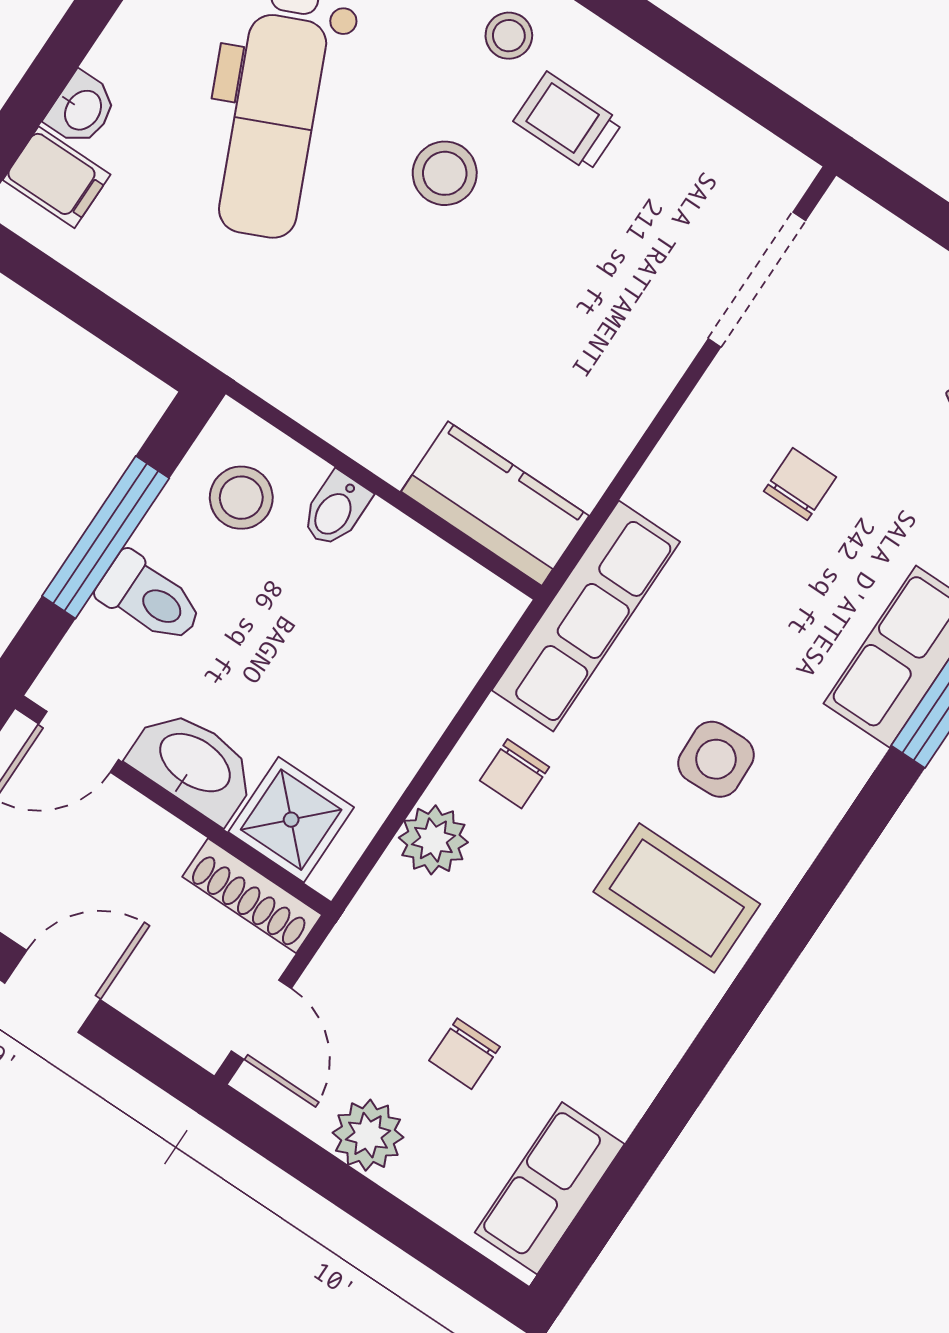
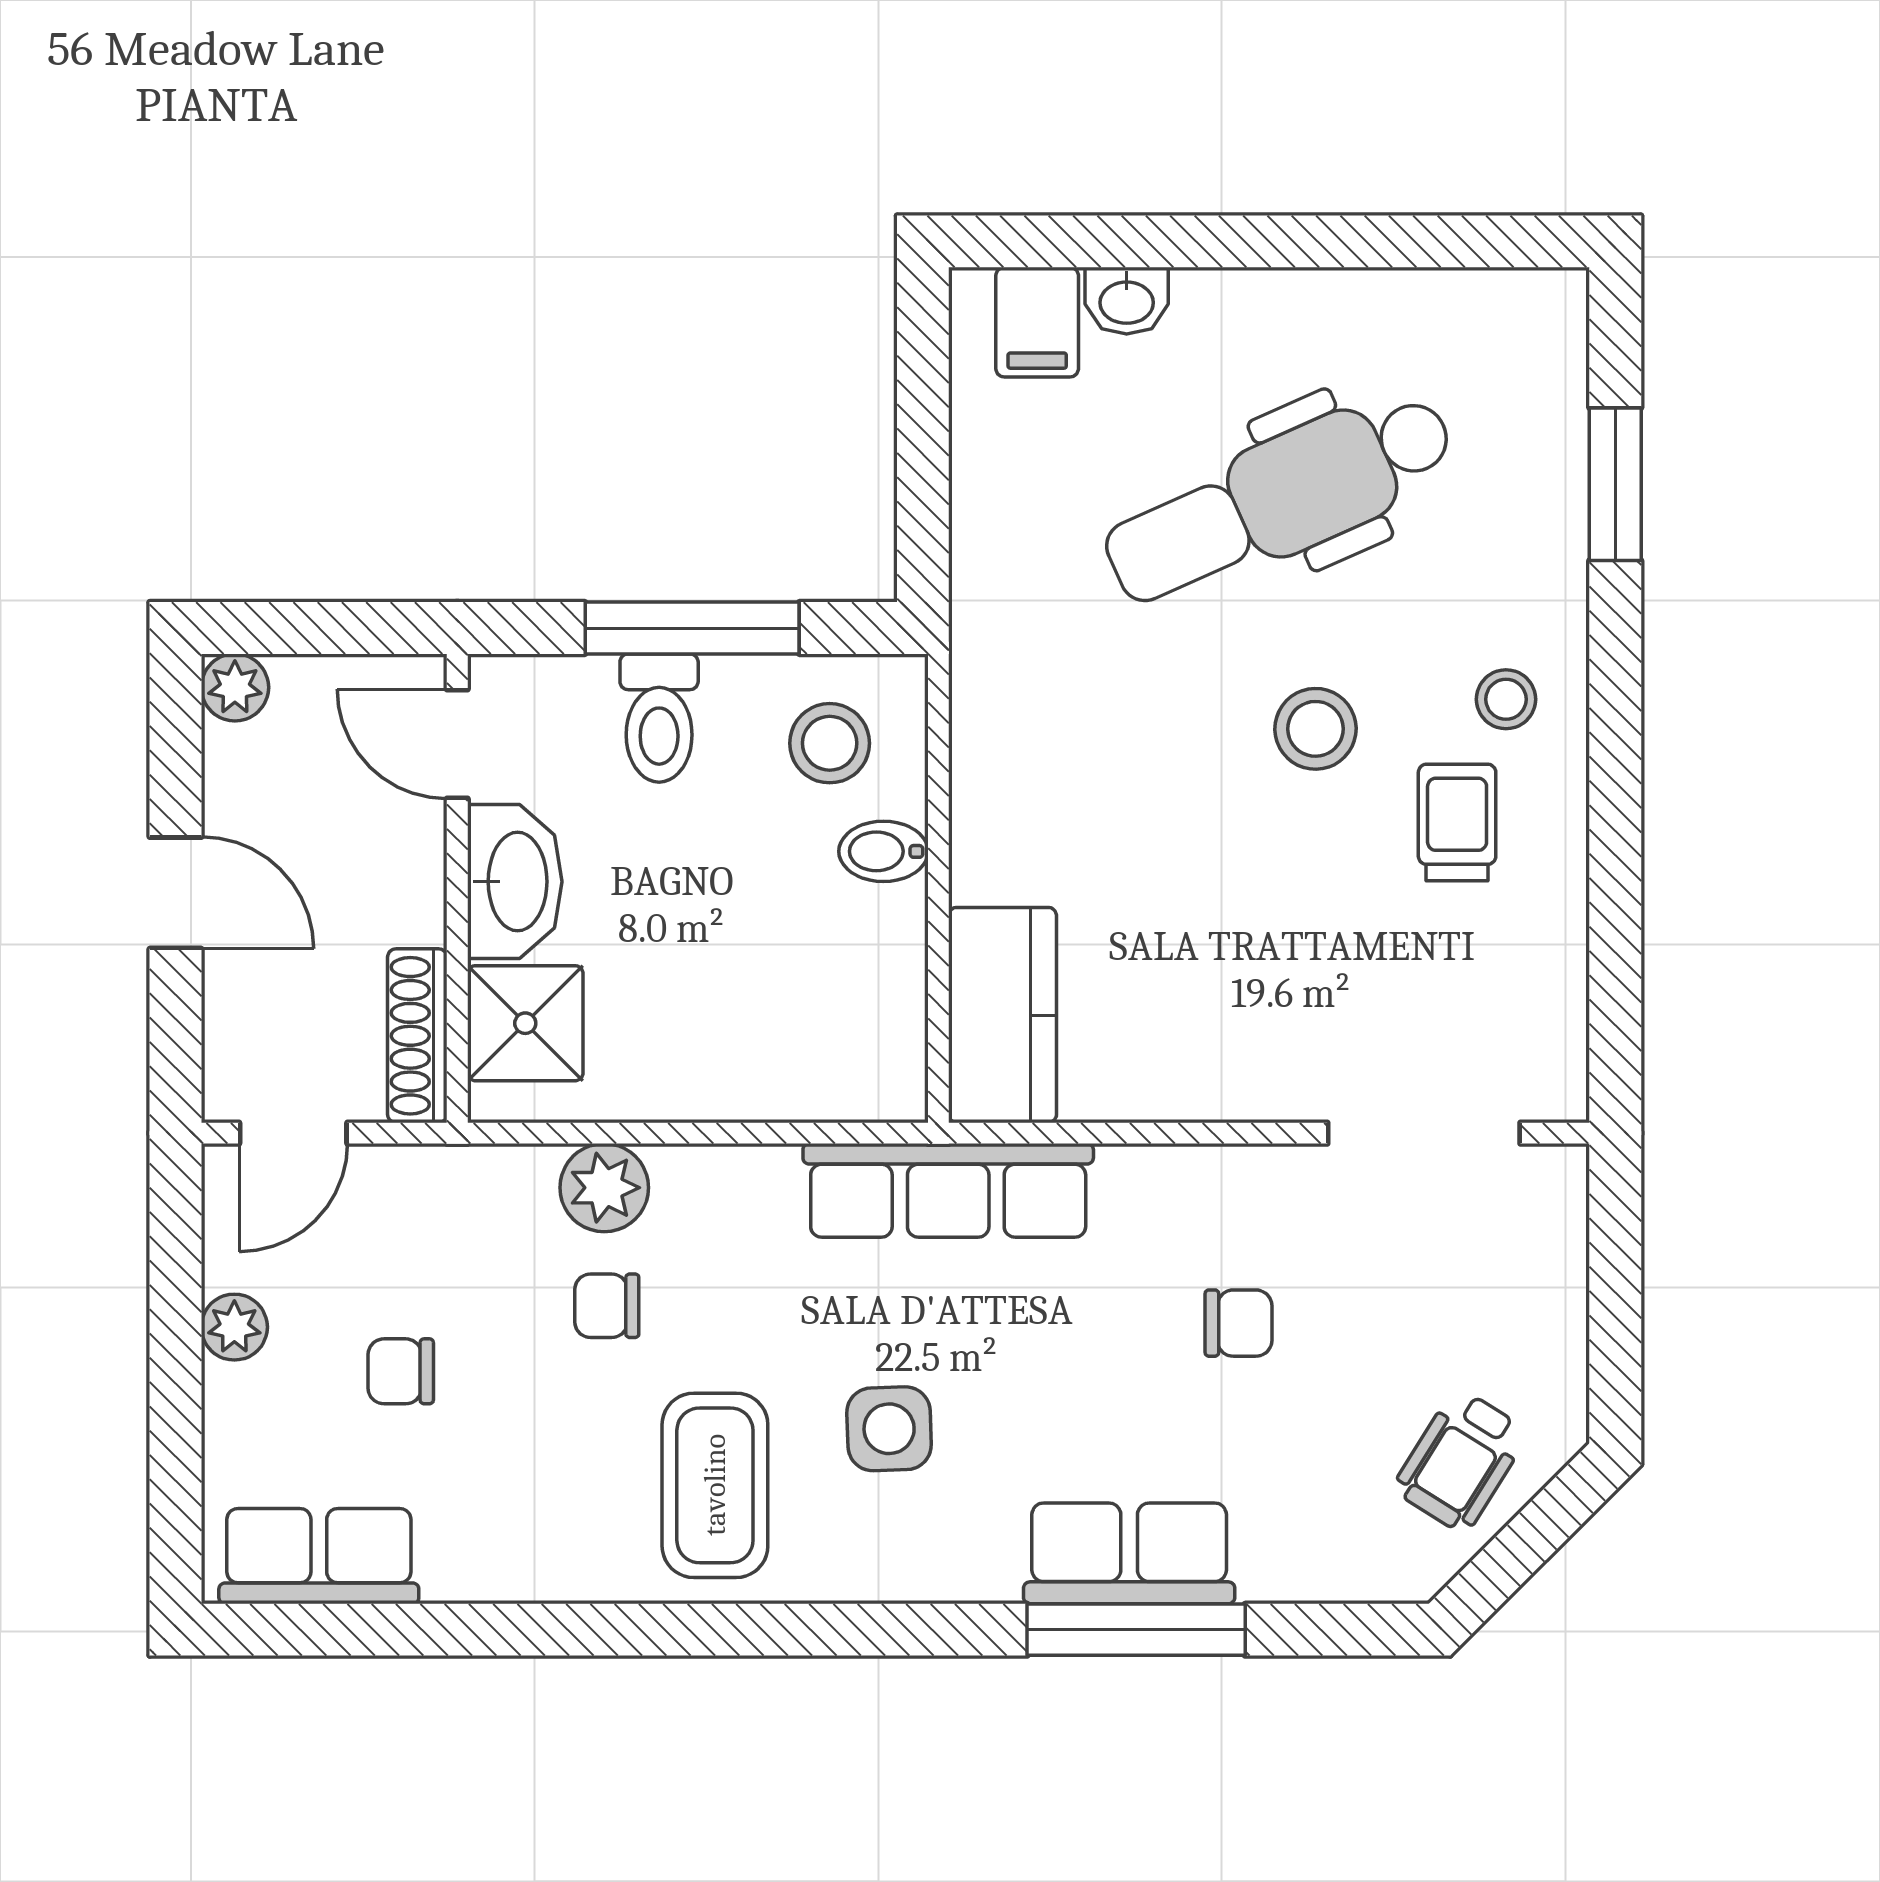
chair: (515, 774) -> (607, 1306), moved
plant: (368, 1135) -> (234, 1327), width x0.73, depth x0.73

